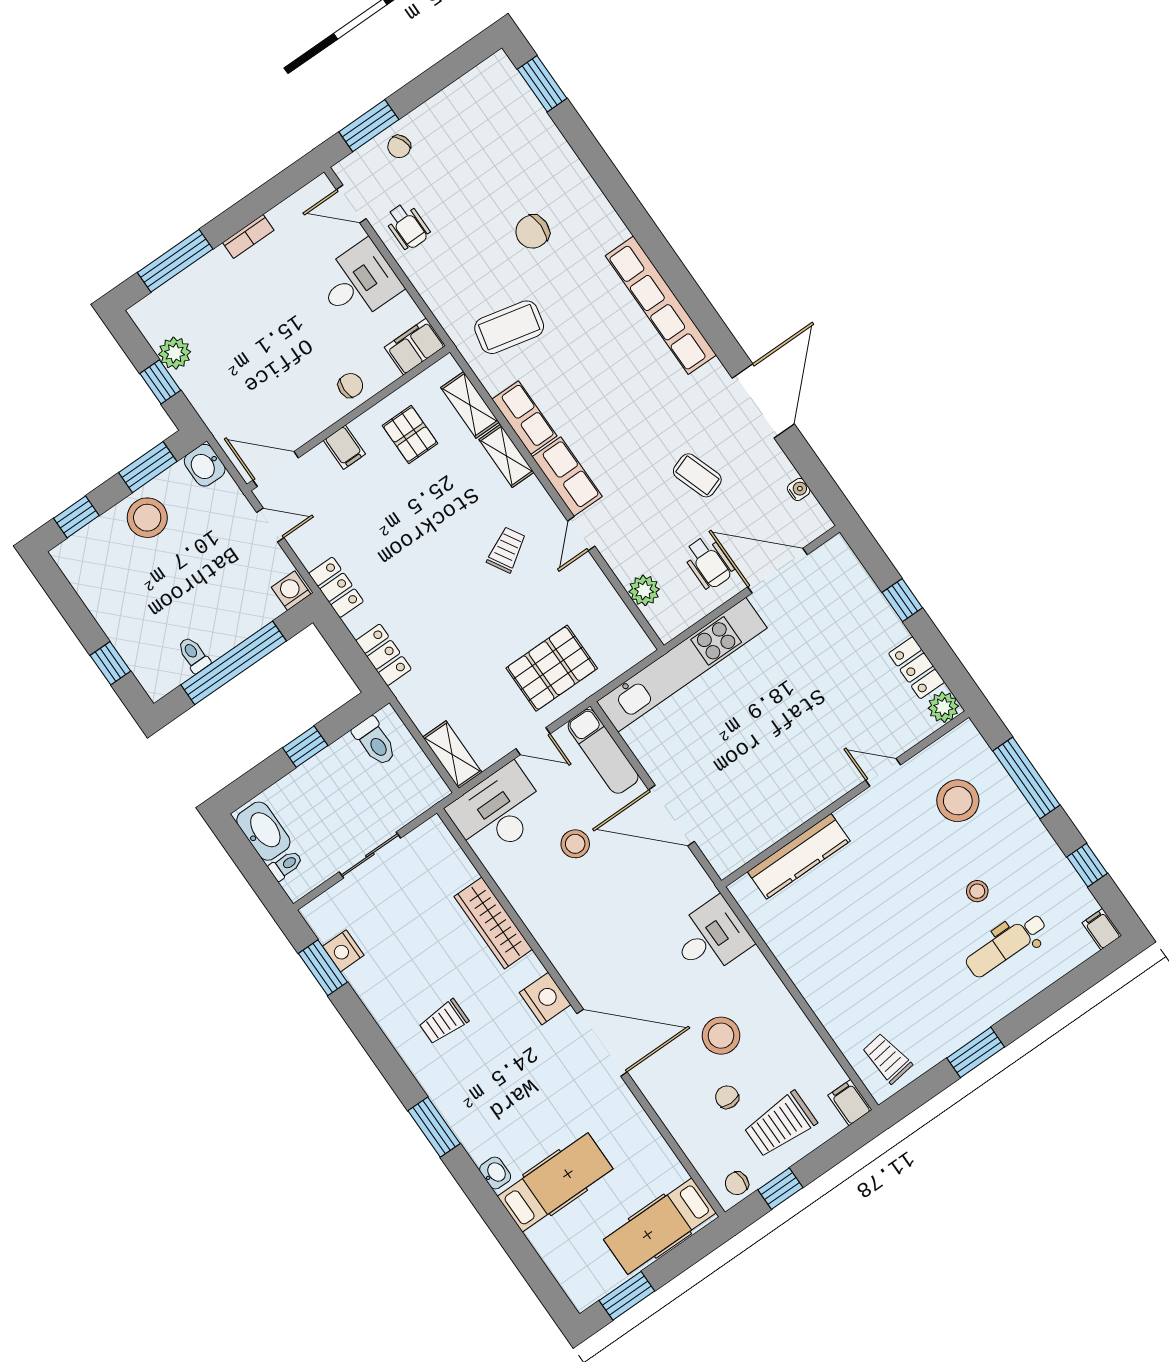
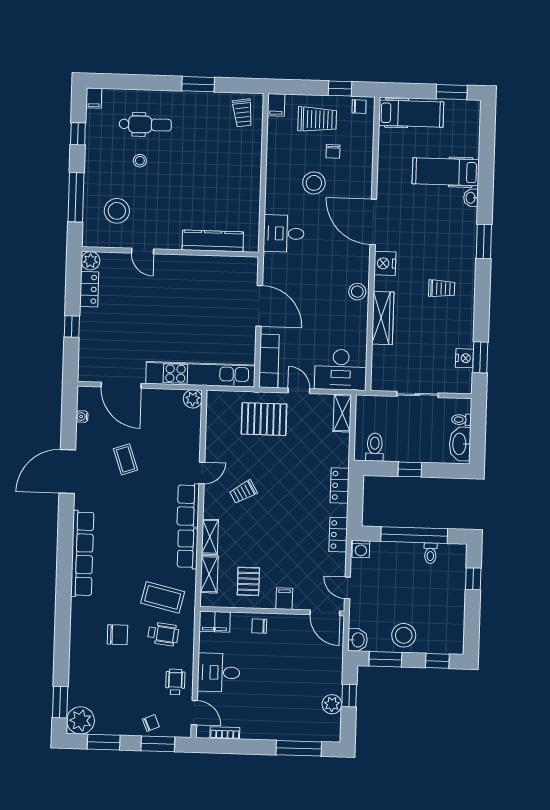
window: (443, 74) -> (104, 742), added
plant: (496, 80) -> (81, 720), added
bookcase: (248, 236) -> (225, 733), moved
wheelchair: (709, 563) -> (163, 634), moved, turned 97
plant: (644, 590) -> (193, 399), moved
stool: (575, 844) -> (357, 292), moved

